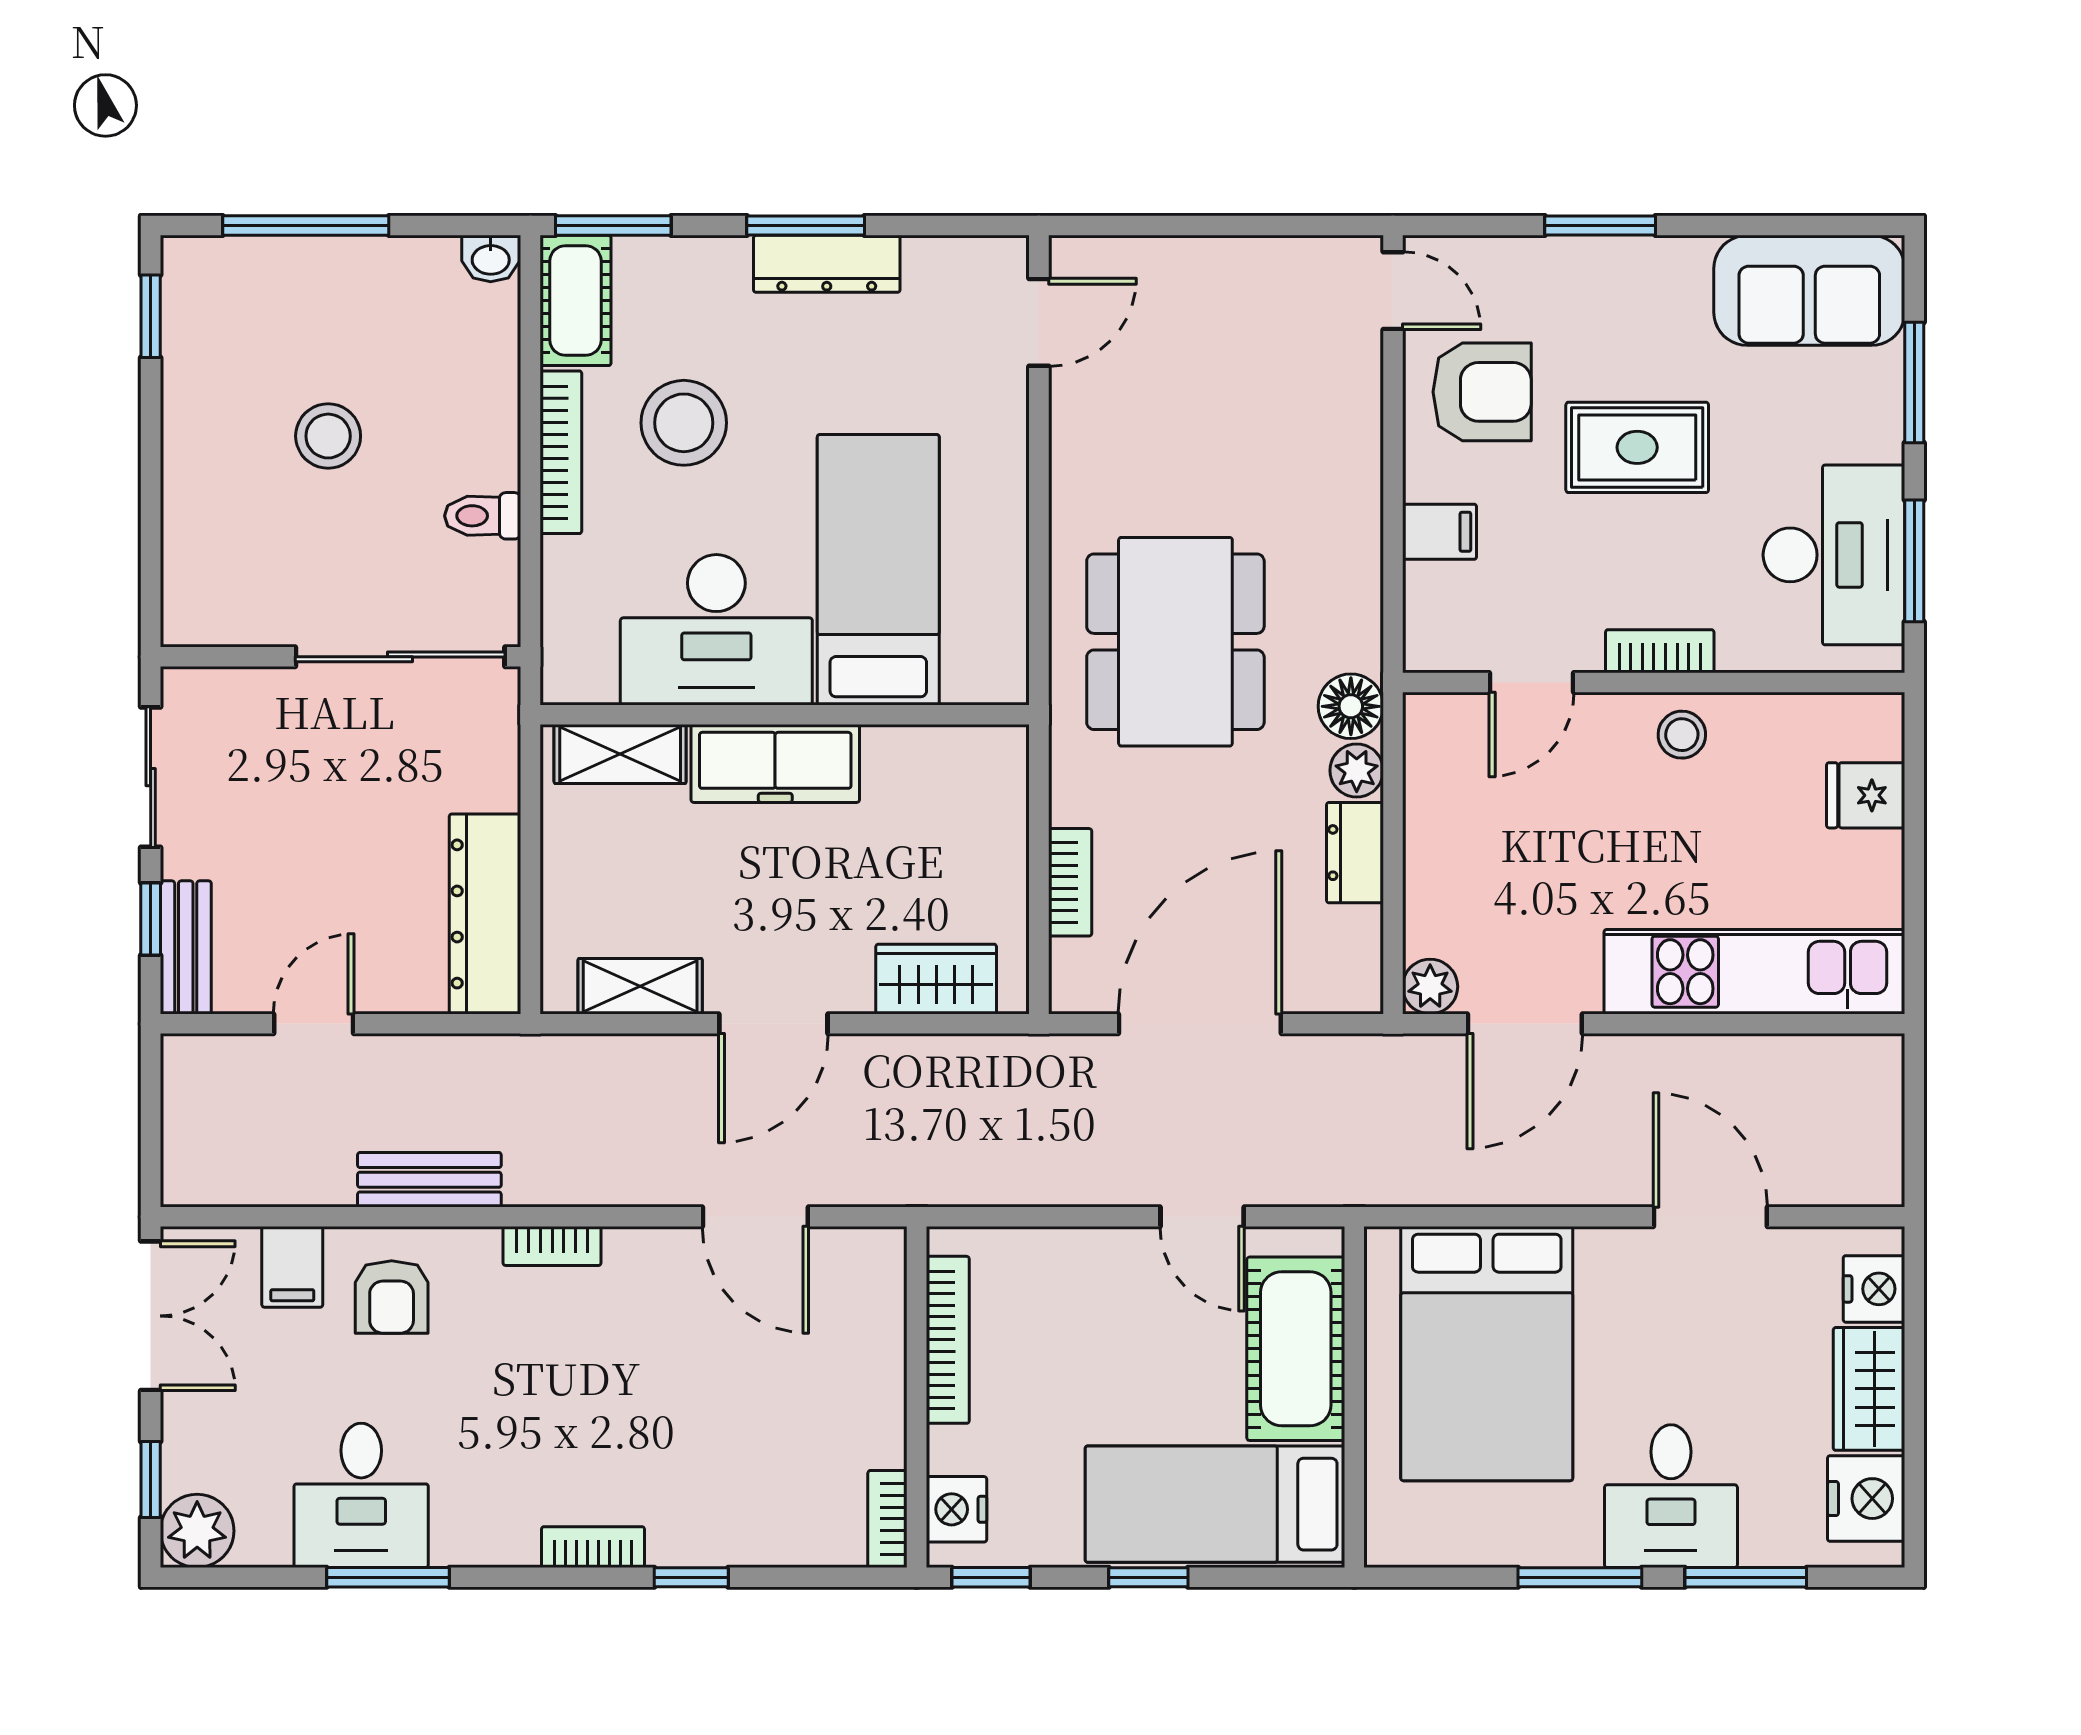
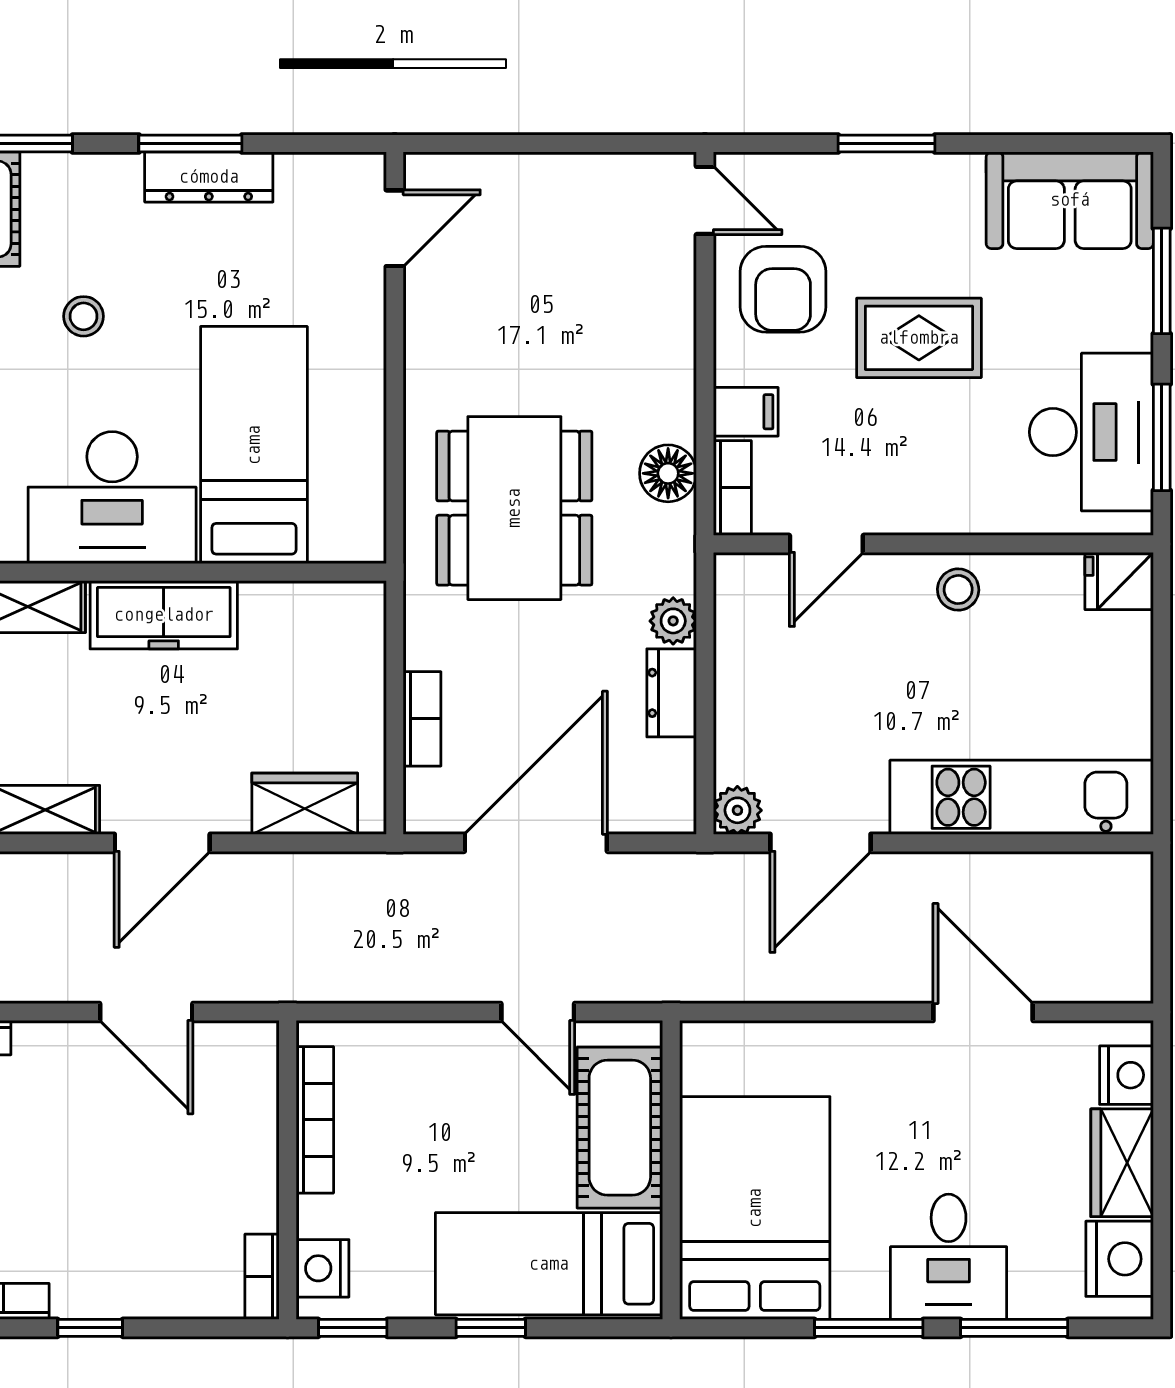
armchair: (1482, 392) -> (783, 289), turned 90
stool: (684, 423) -> (84, 316), width x0.53, depth x0.53
bookcase: (1660, 651) -> (732, 488), moved, turned 90
floor lamp: (1351, 706) -> (668, 473), moved
fridge: (1866, 795) -> (1119, 581), moved
bed: (1487, 1354) -> (755, 1208), moved, turned 180

